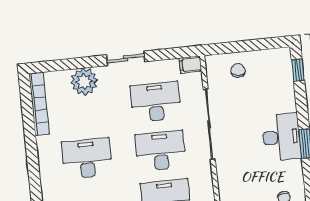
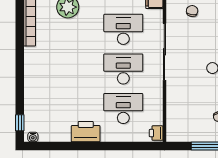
desk: (87, 158) -> (63, 69), removed

